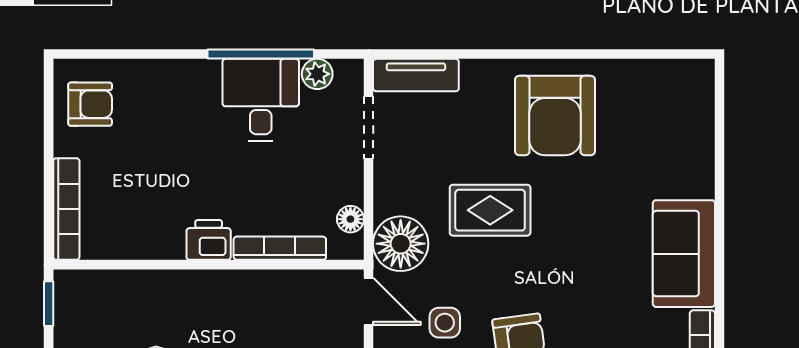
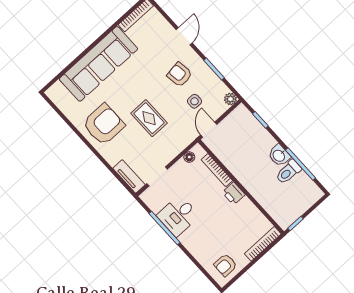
plant: (317, 74) -> (155, 206), removed
armchair: (90, 104) -> (225, 265), turned -90
floor lamp: (401, 244) -> (183, 136), removed
sofa: (684, 254) -> (98, 64), width x1.85, depth x1.27

